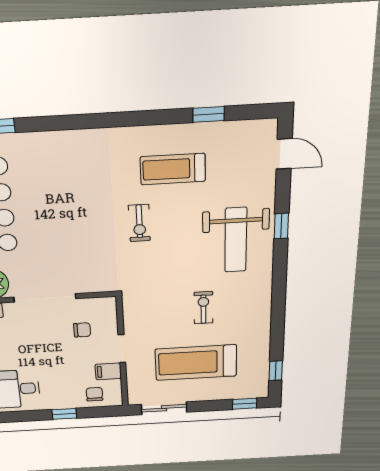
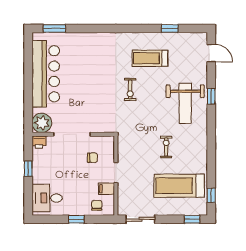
treadmill: (196, 363) -> (179, 186), moved

